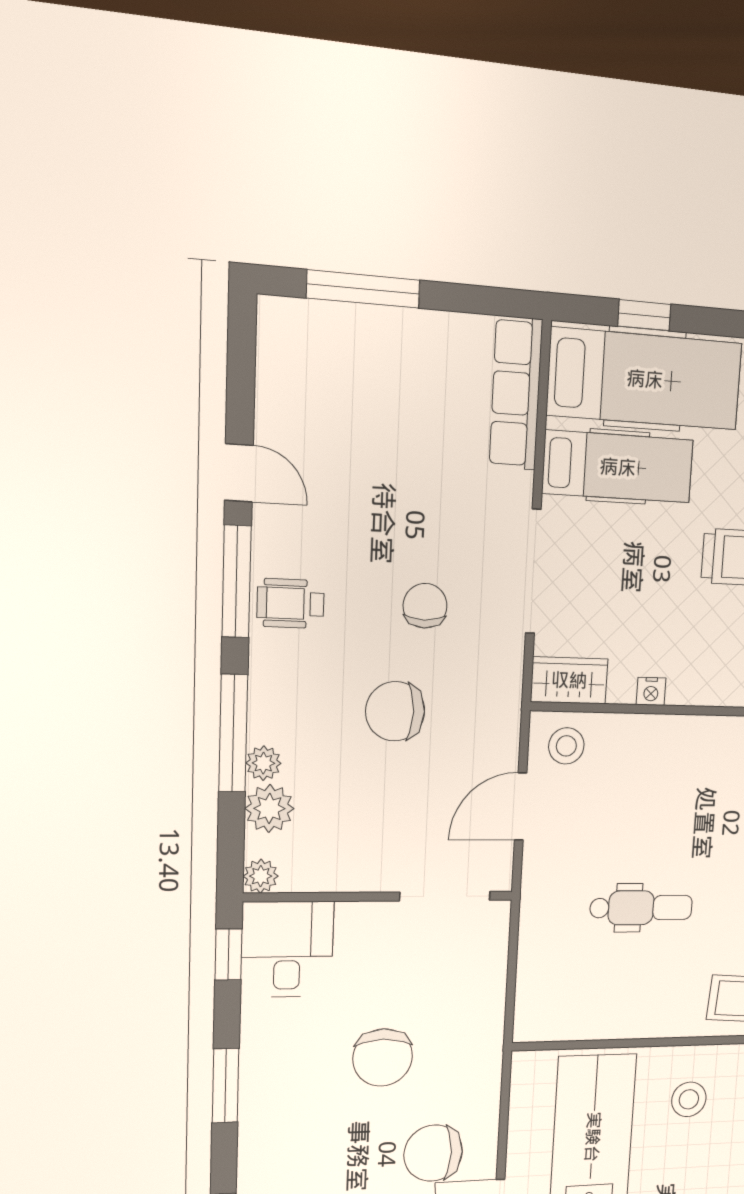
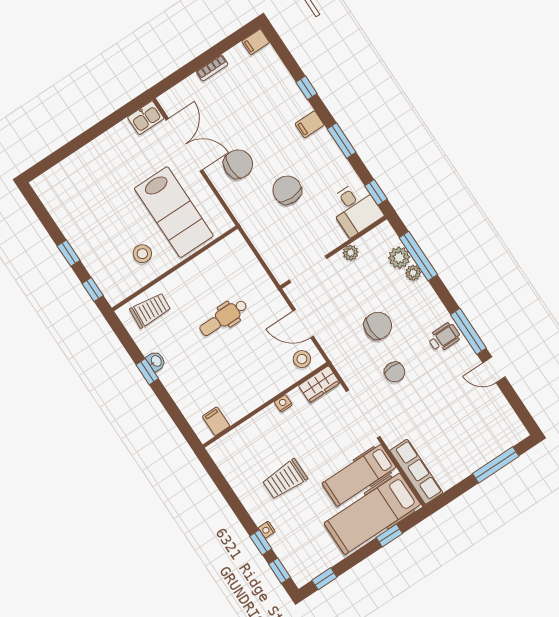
window: (233, 733) -> (418, 256), moved
door: (521, 806) -> (303, 324), swing flipped
plant: (261, 876) -> (351, 253), moved
filing cabinet: (263, 1148) -> (310, 124), added

